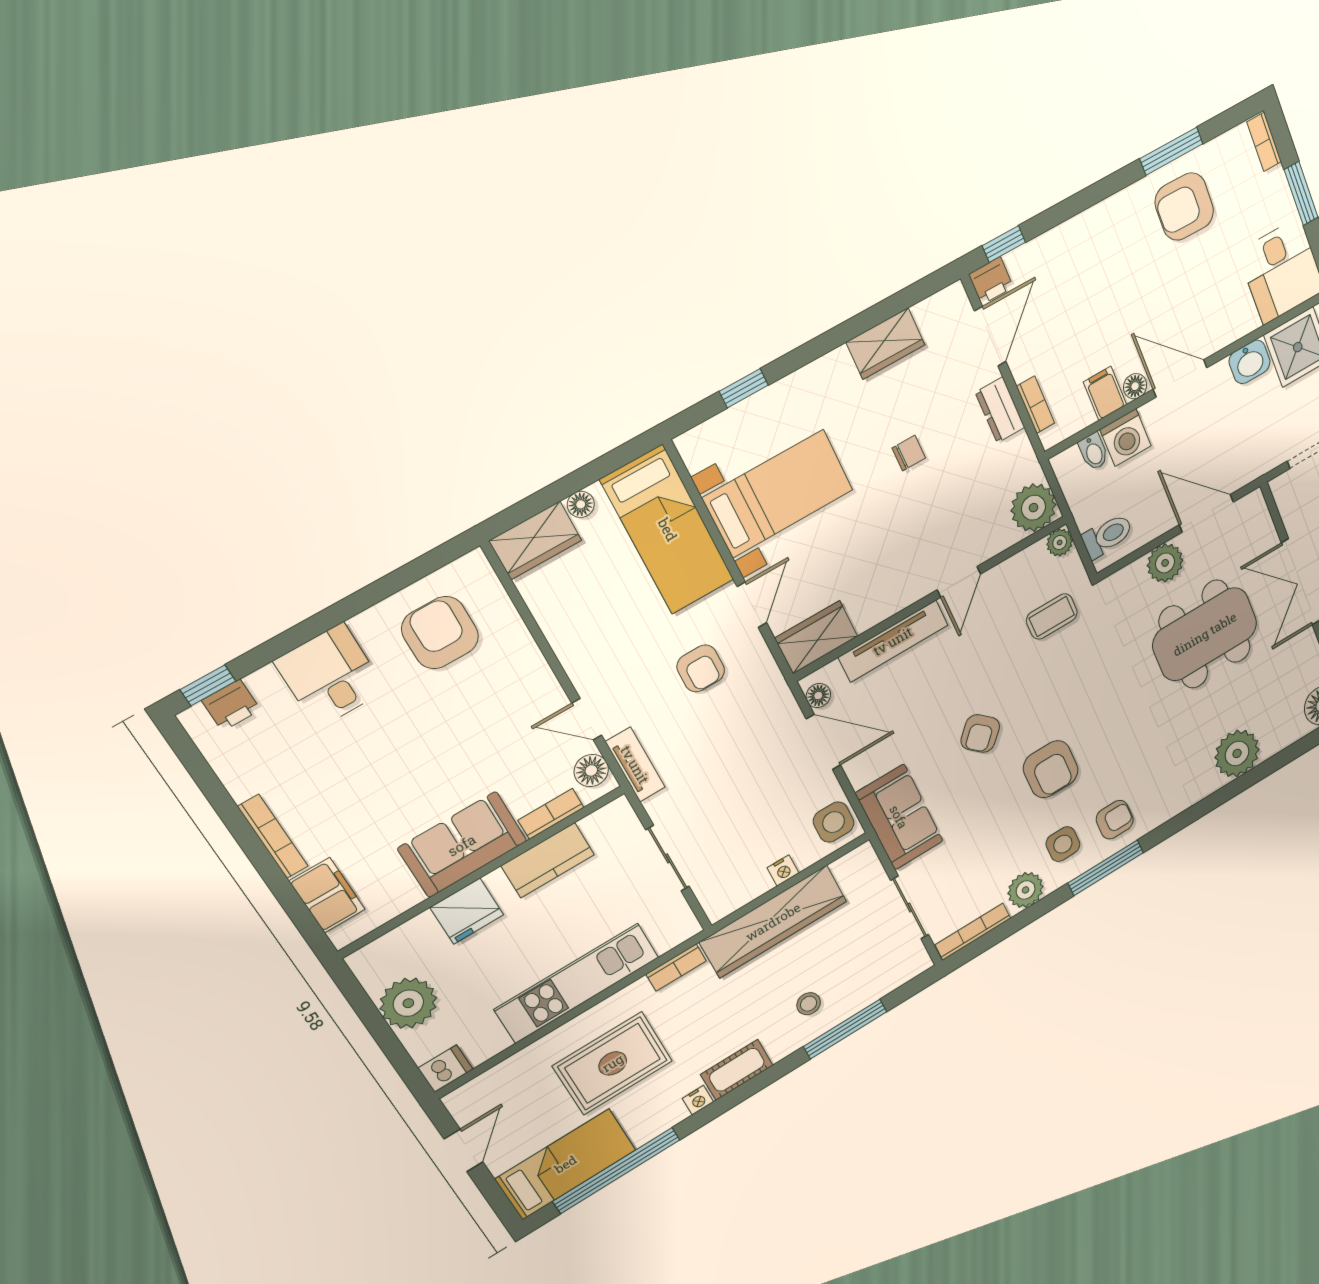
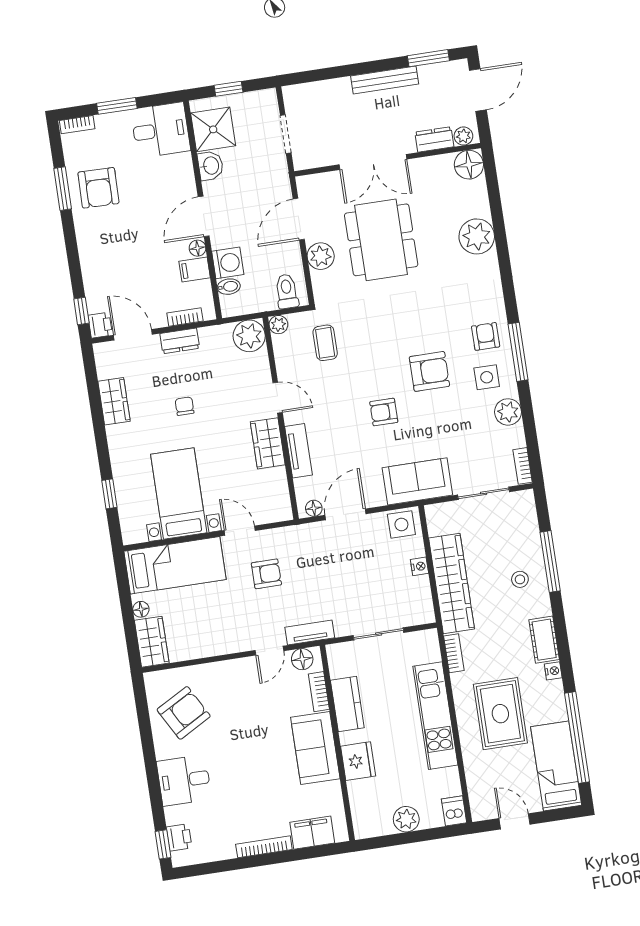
armchair: (440, 633) -> (184, 713), turned 151
wardrobe: (816, 637) -> (268, 443), moved
tv unit: (893, 641) -> (299, 451), width x0.71
armchair: (980, 733) -> (384, 412), turned 137
bookcase: (973, 932) -> (523, 466), width x0.64
plant: (408, 1003) -> (406, 819), width x0.73, depth x0.73

